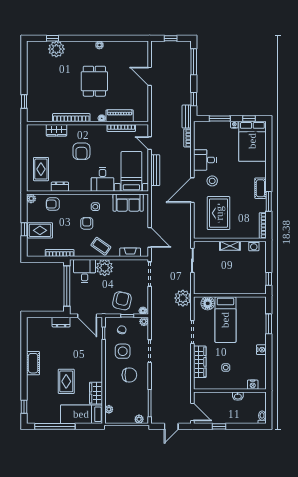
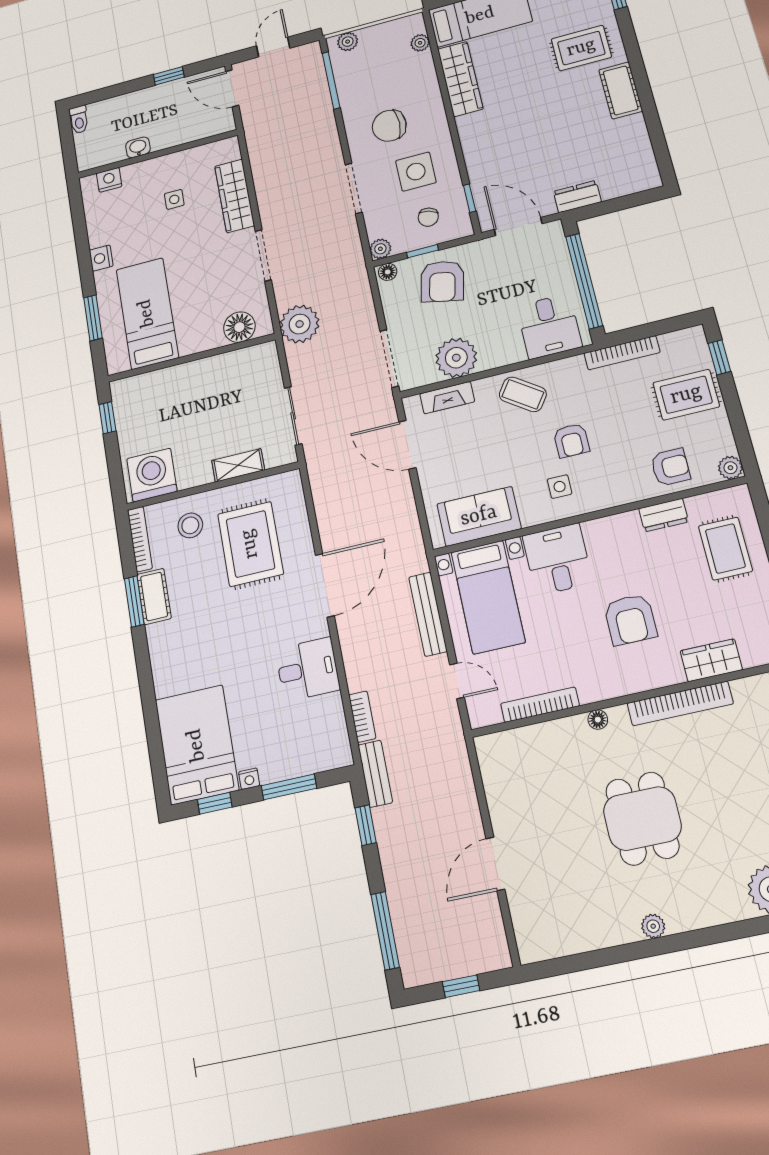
door: (150, 76) -> (495, 864), swing flipped
piano: (120, 116) -> (552, 737), removed
armchair: (81, 151) -> (630, 620), turned 180
stool: (212, 181) -> (190, 525), moved
cot: (260, 188) -> (154, 596), moved
window: (24, 229) -> (719, 357), moved
shelving: (230, 246) -> (238, 465), moved
washing machine: (254, 246) -> (152, 475), width x1.89, depth x1.89
plant: (105, 268) -> (456, 358), moved
bed: (225, 320) -> (147, 313), moved
rug: (66, 381) -> (581, 48), moved, turned 90
wardrobe: (96, 393) -> (460, 79), width x1.50

